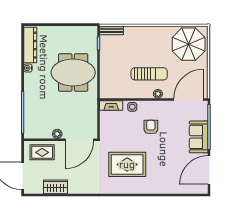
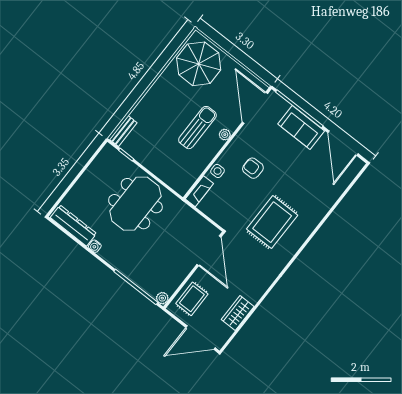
plant: (57, 134) -> (162, 298), moved

